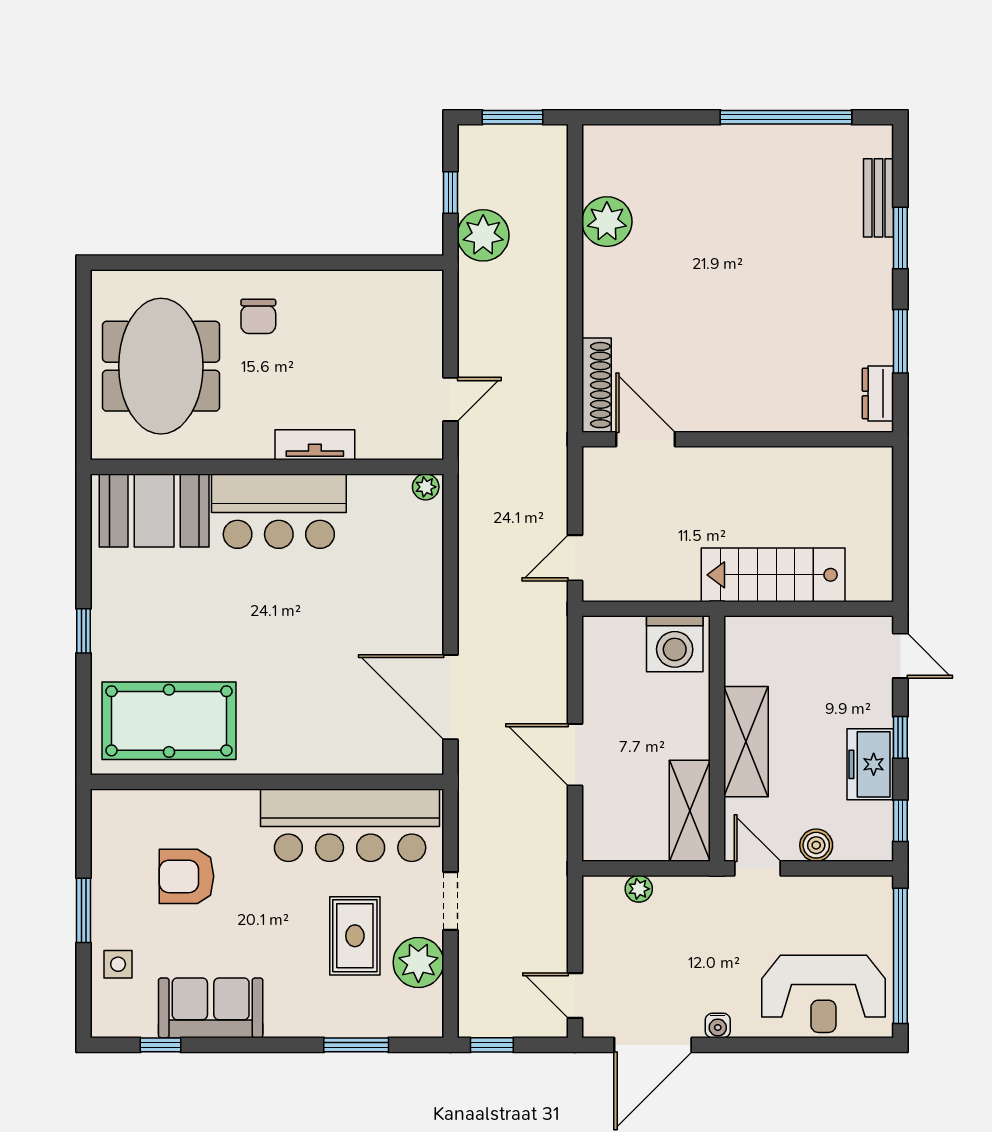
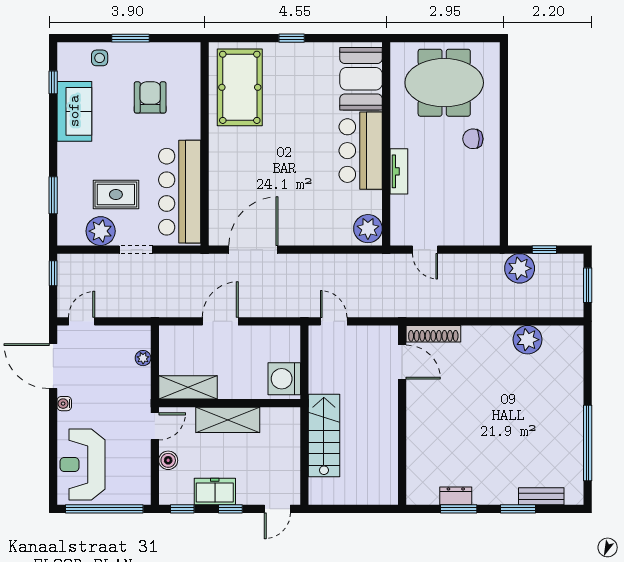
dresser: (878, 393) -> (456, 496), moved
door: (646, 439) -> (402, 362), hinge flipped
plant: (426, 487) -> (368, 229), width x1.87, depth x1.87

